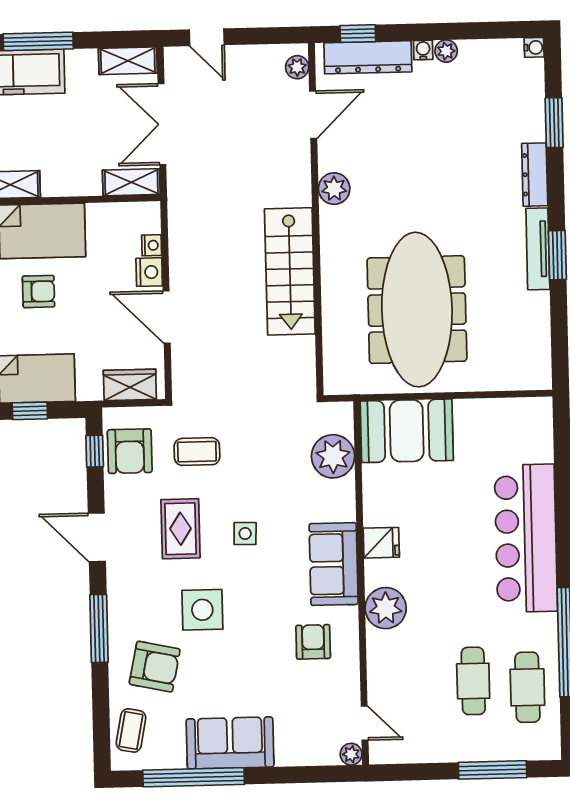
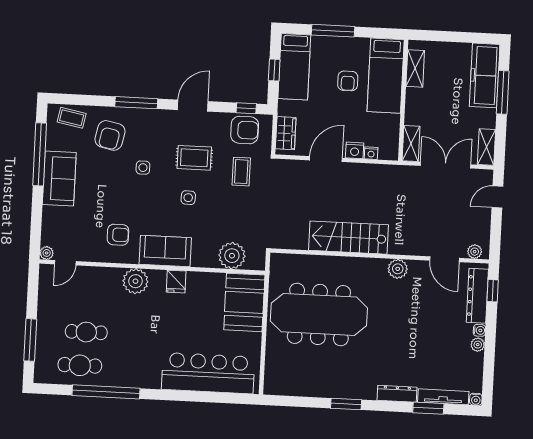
tv unit: (538, 249) -> (443, 397), moved
armchair: (130, 451) -> (245, 130), turned 180
bar counter: (526, 538) -> (208, 373), moved
side table: (202, 610) -> (143, 168), width x0.54, depth x0.54

